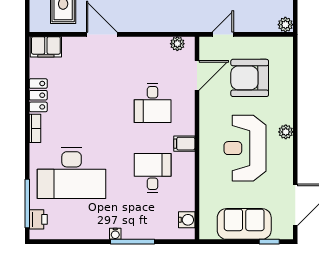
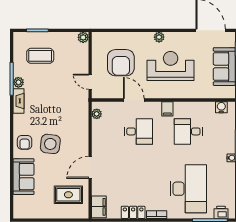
door: (197, 75) -> (134, 100), moved
reception desk: (245, 148) -> (171, 66), turned 180

